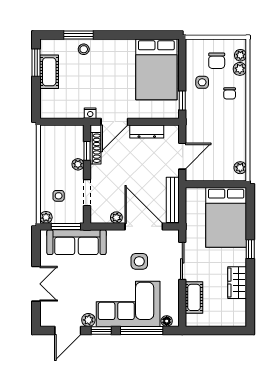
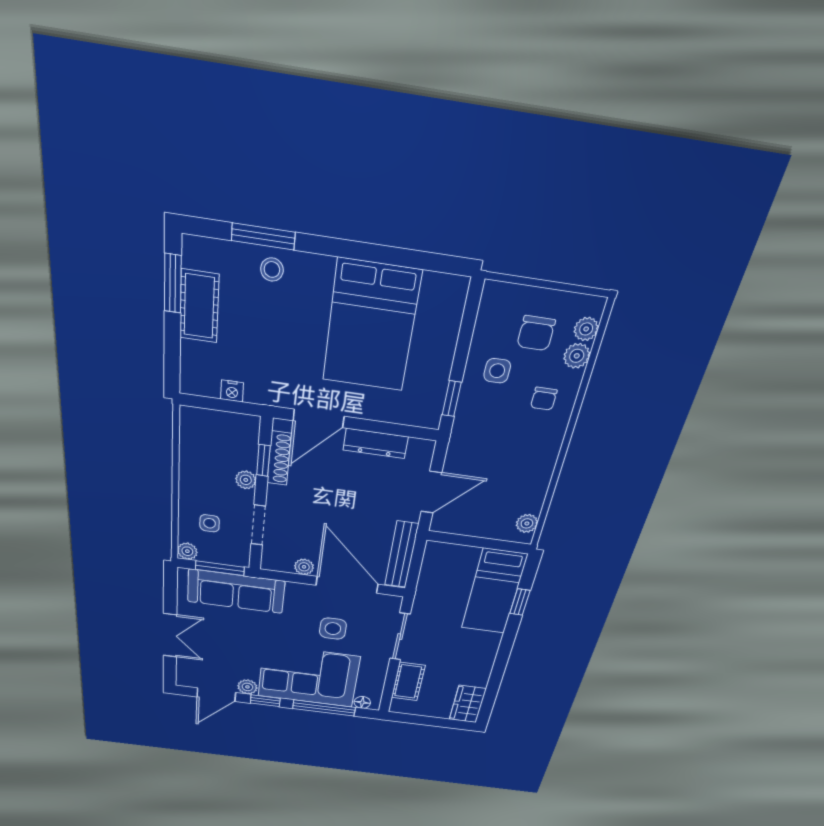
bed: (156, 69) -> (371, 326), moved
nightstand: (90, 113) -> (232, 391), moved
bed: (226, 217) -> (494, 592), width x0.67
window: (250, 249) -> (520, 602), moved
wardrobe: (237, 283) -> (468, 704), moved

